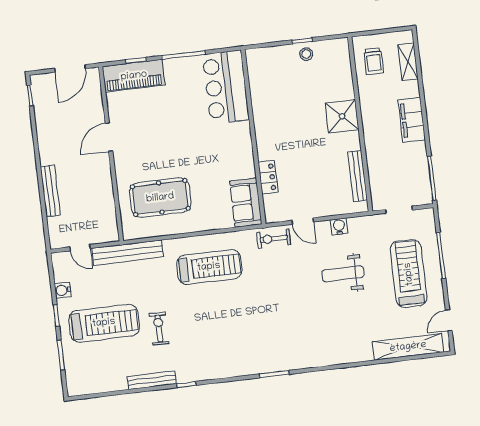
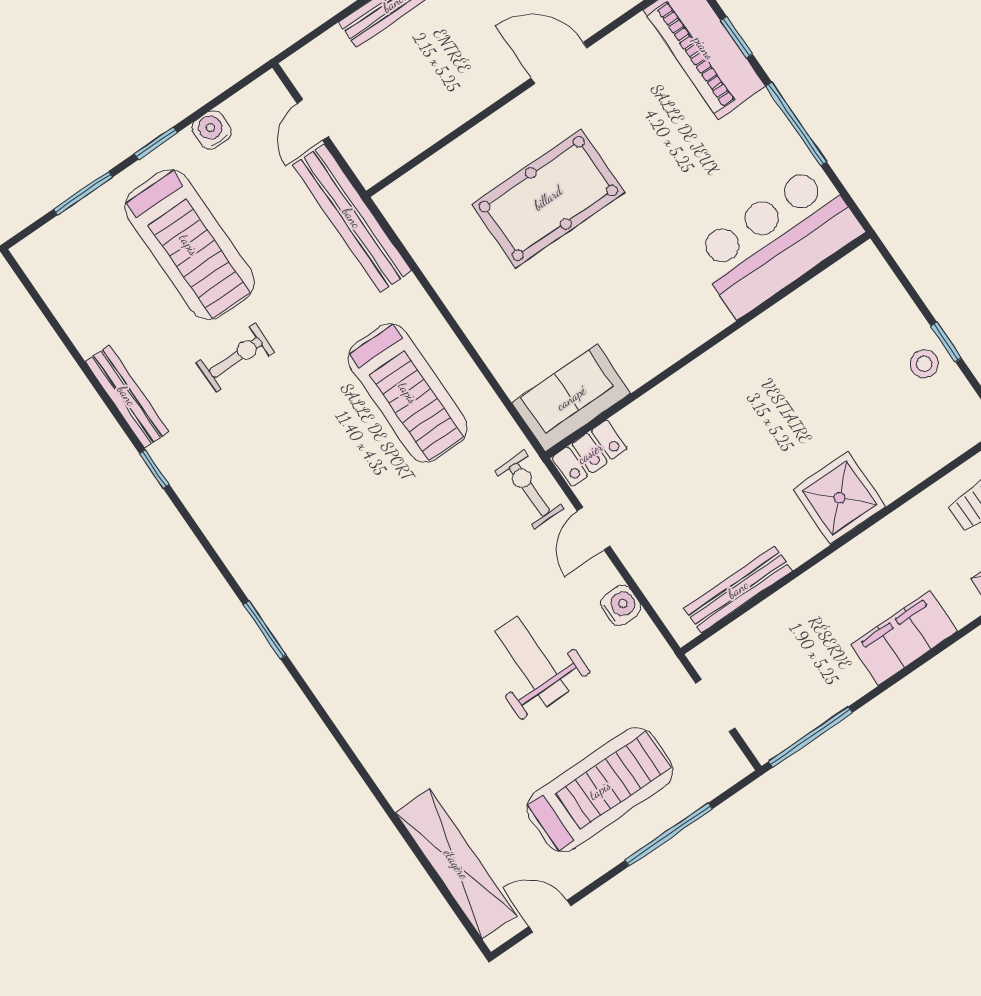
locker: (268, 177) -> (590, 453), moved
pool table: (160, 198) -> (548, 198), moved, turned 90

